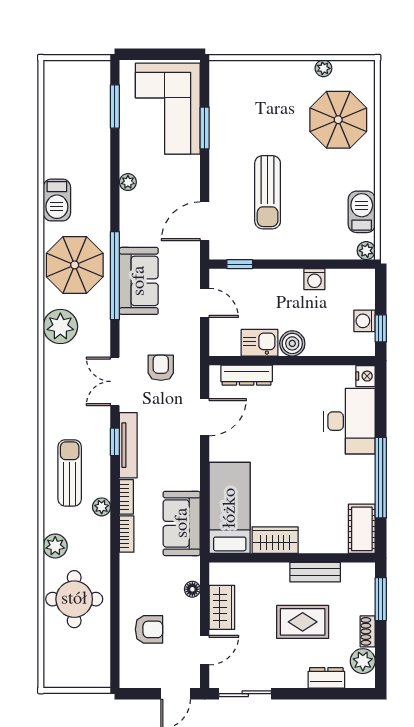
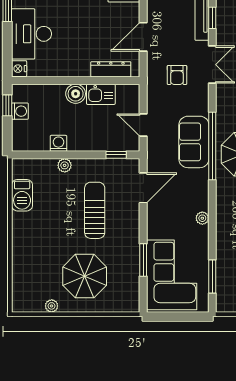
parasol: (338, 120) -> (85, 276), moved
plant: (366, 251) -> (65, 165), moved

